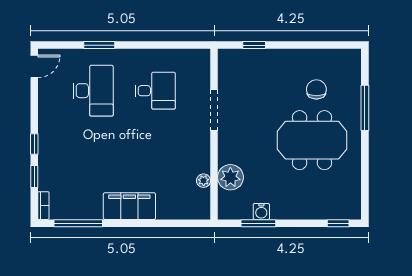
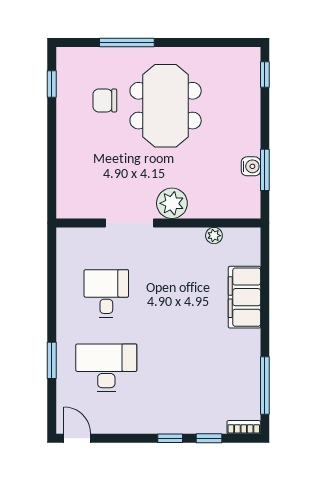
window: (254, 45) -> (52, 84), moved
plant: (230, 177) -> (172, 203), moved
filing cabinet: (129, 206) -> (244, 297), moved

